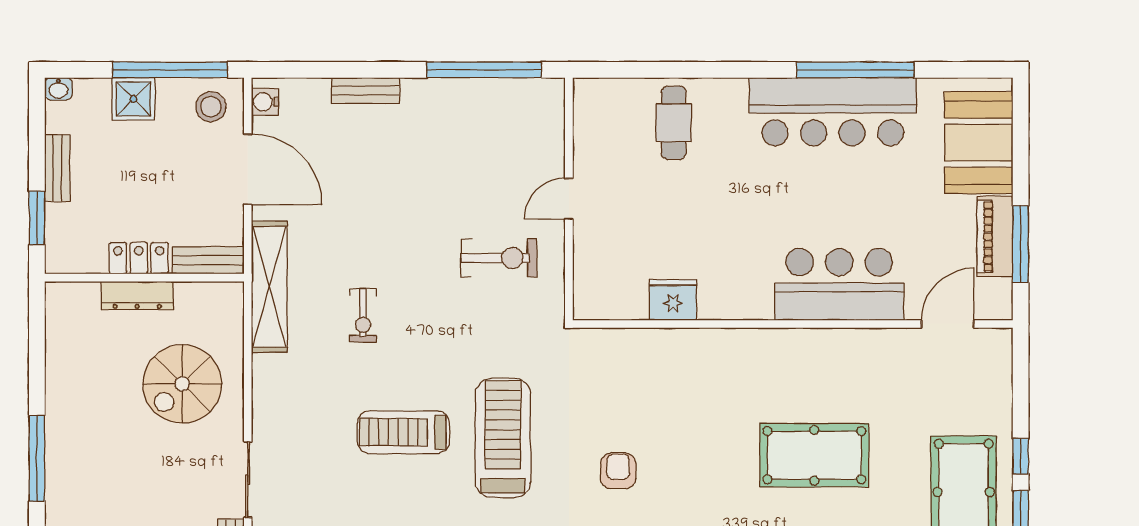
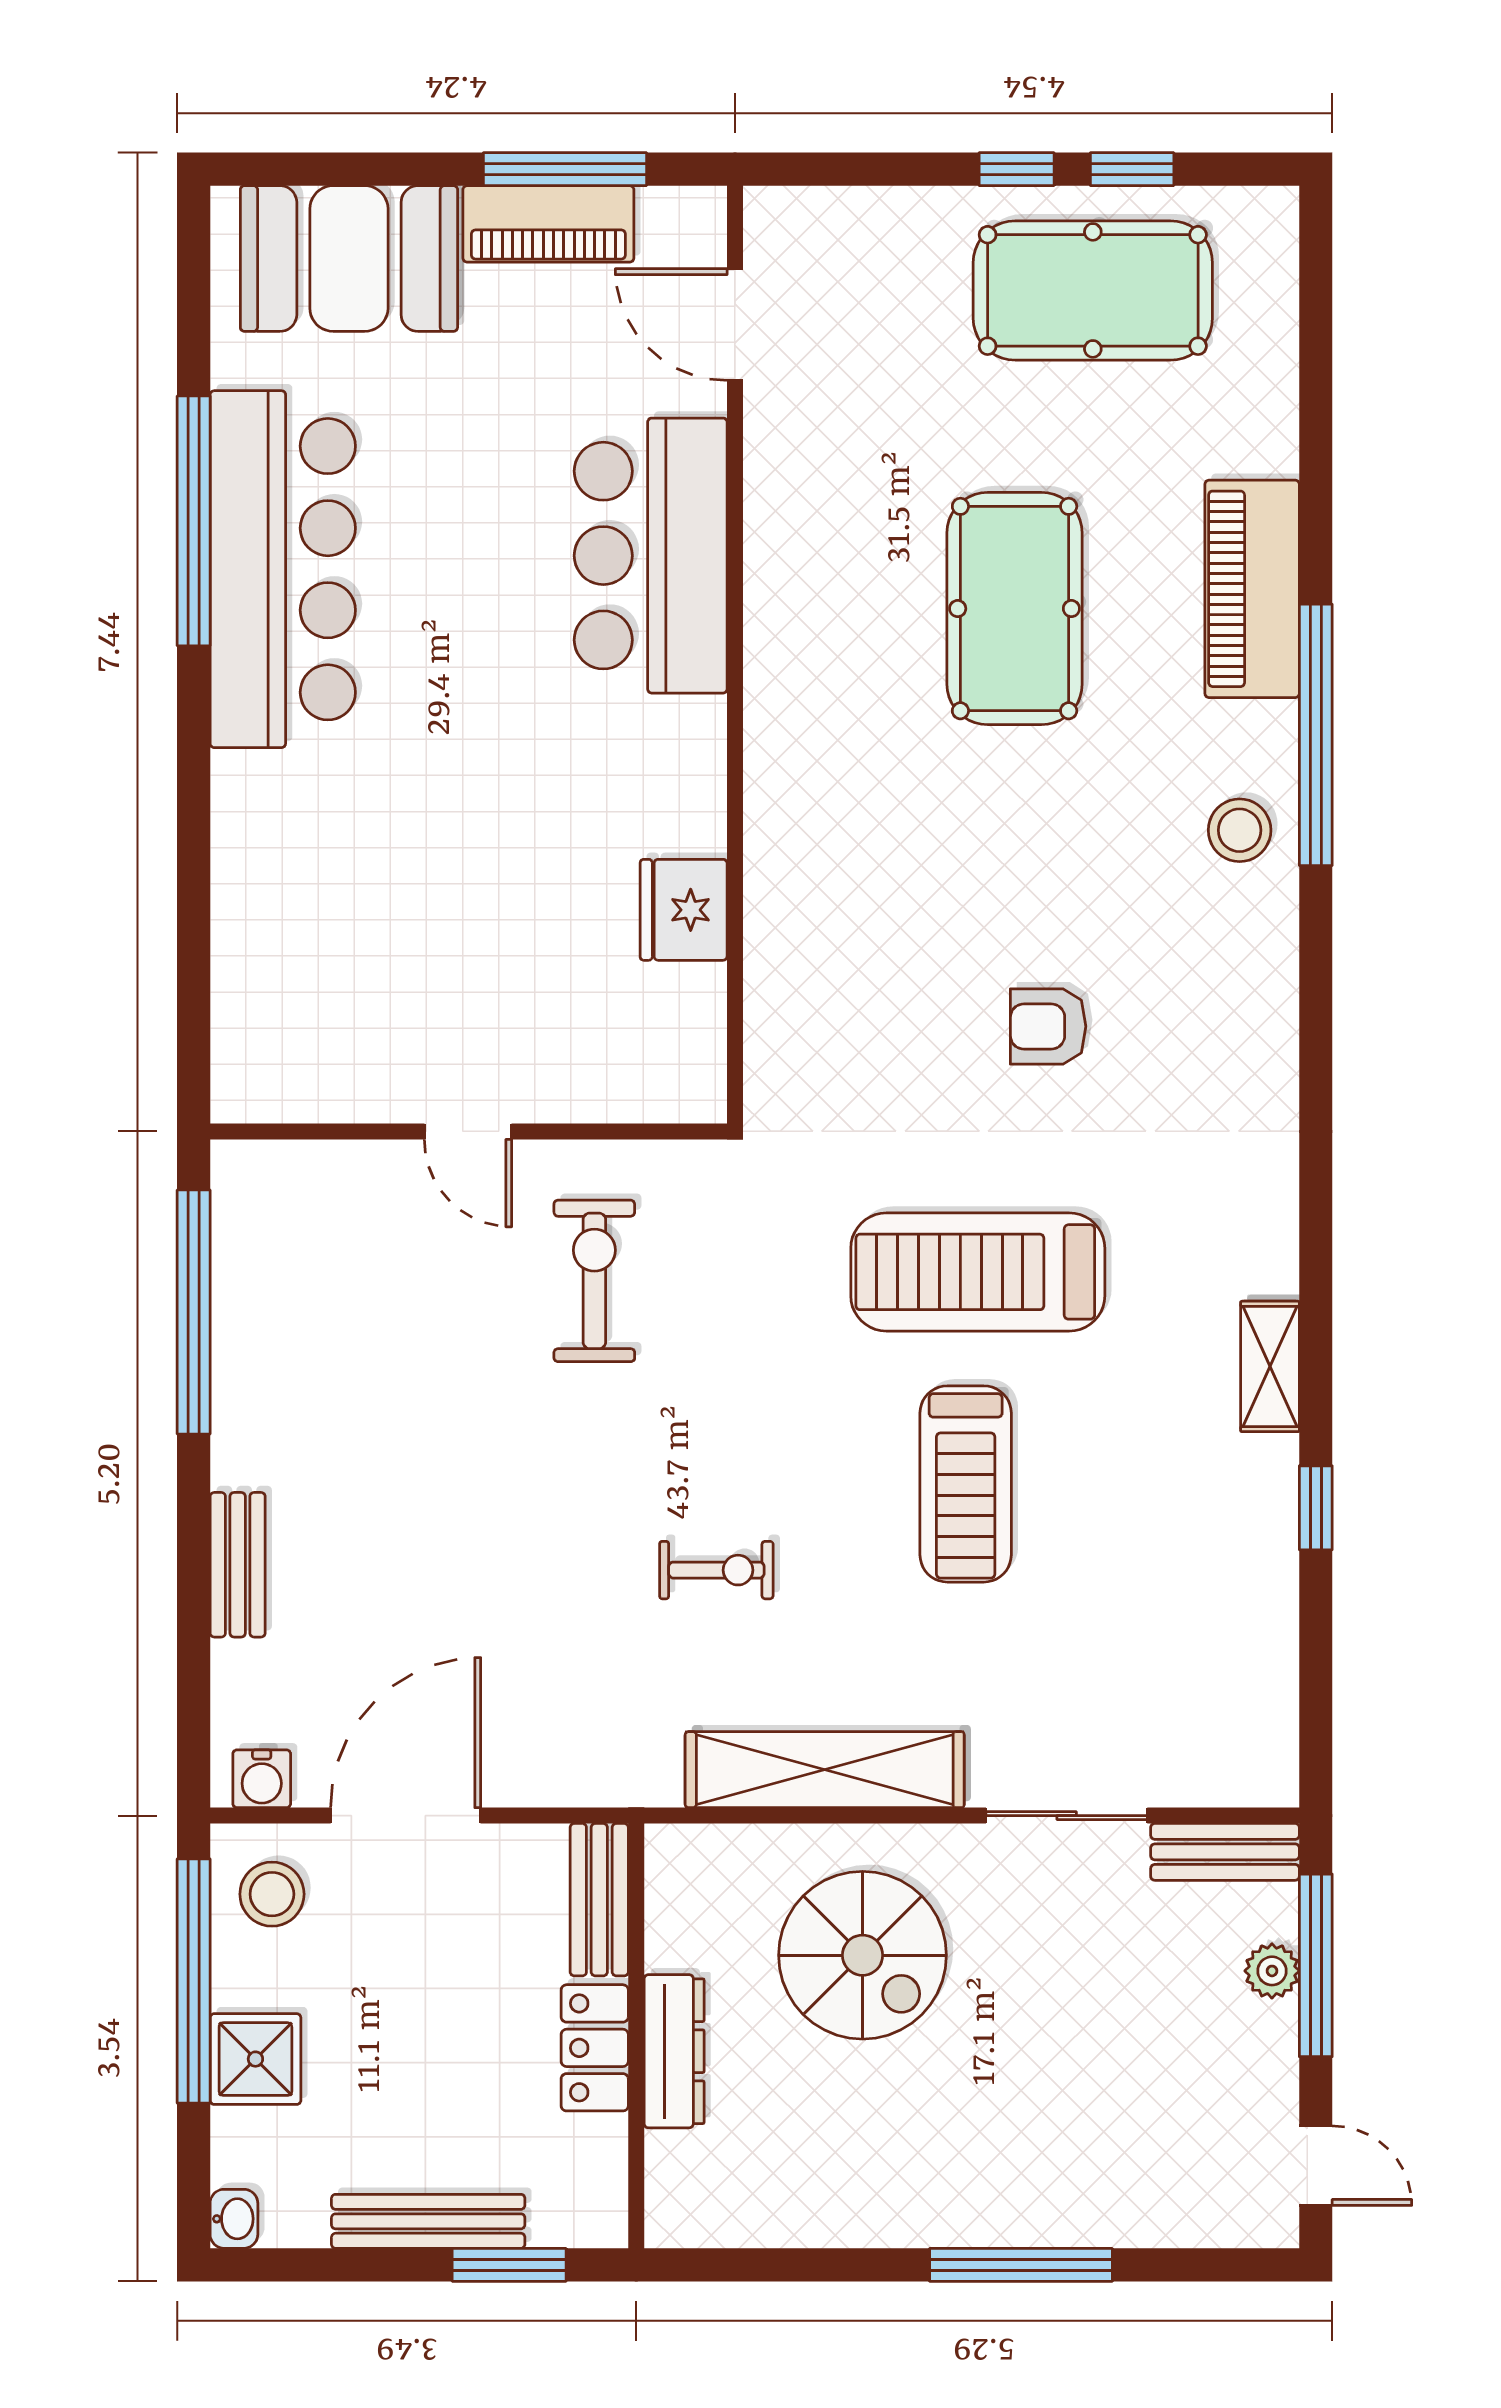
cafe table: (674, 123) -> (306, 908), removed
bench: (57, 168) -> (428, 2221), width x1.36
shelving: (269, 287) -> (825, 1770), moved

